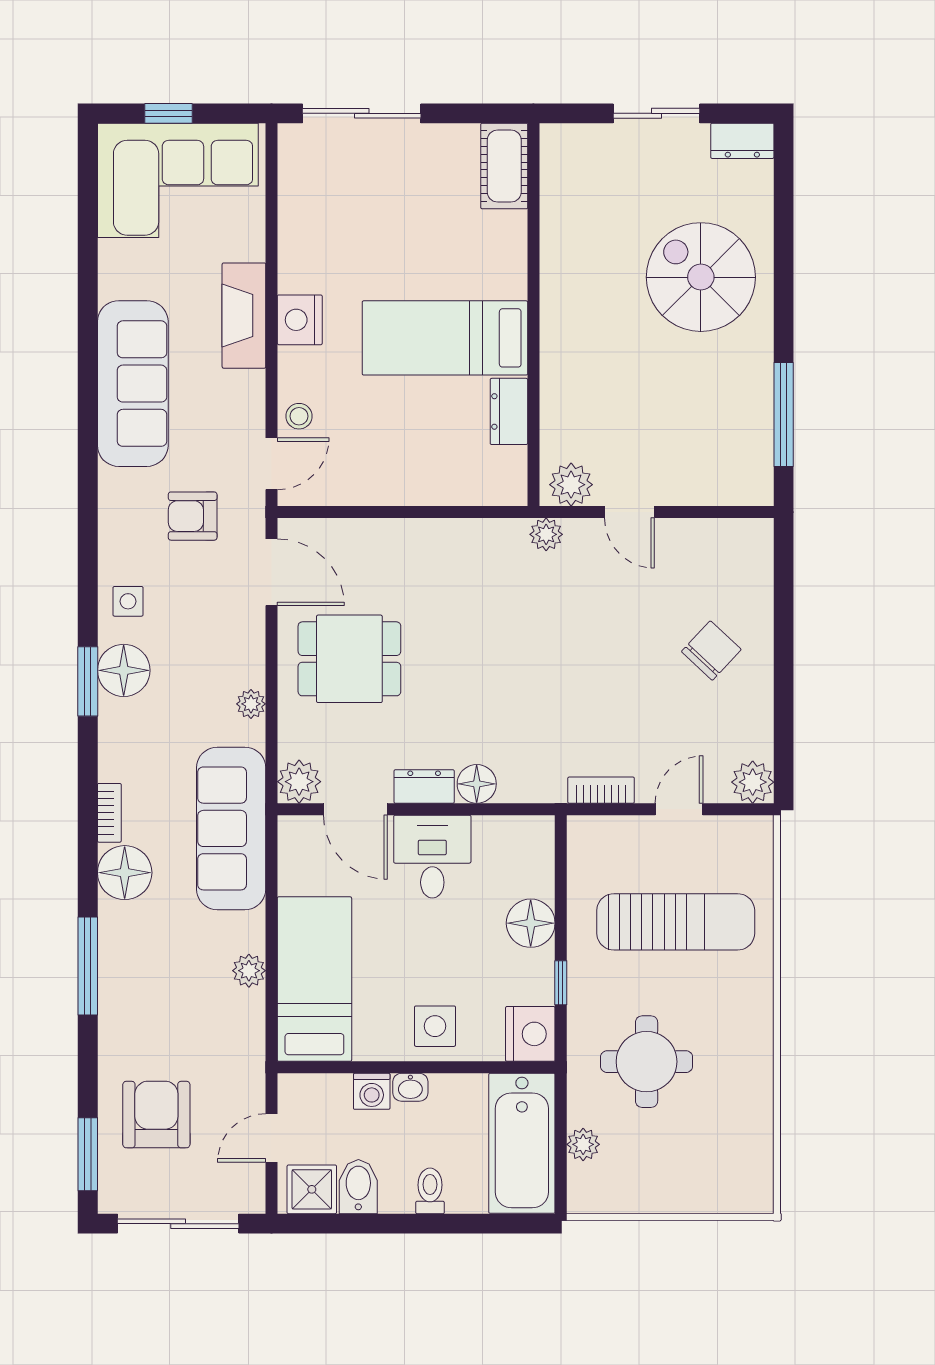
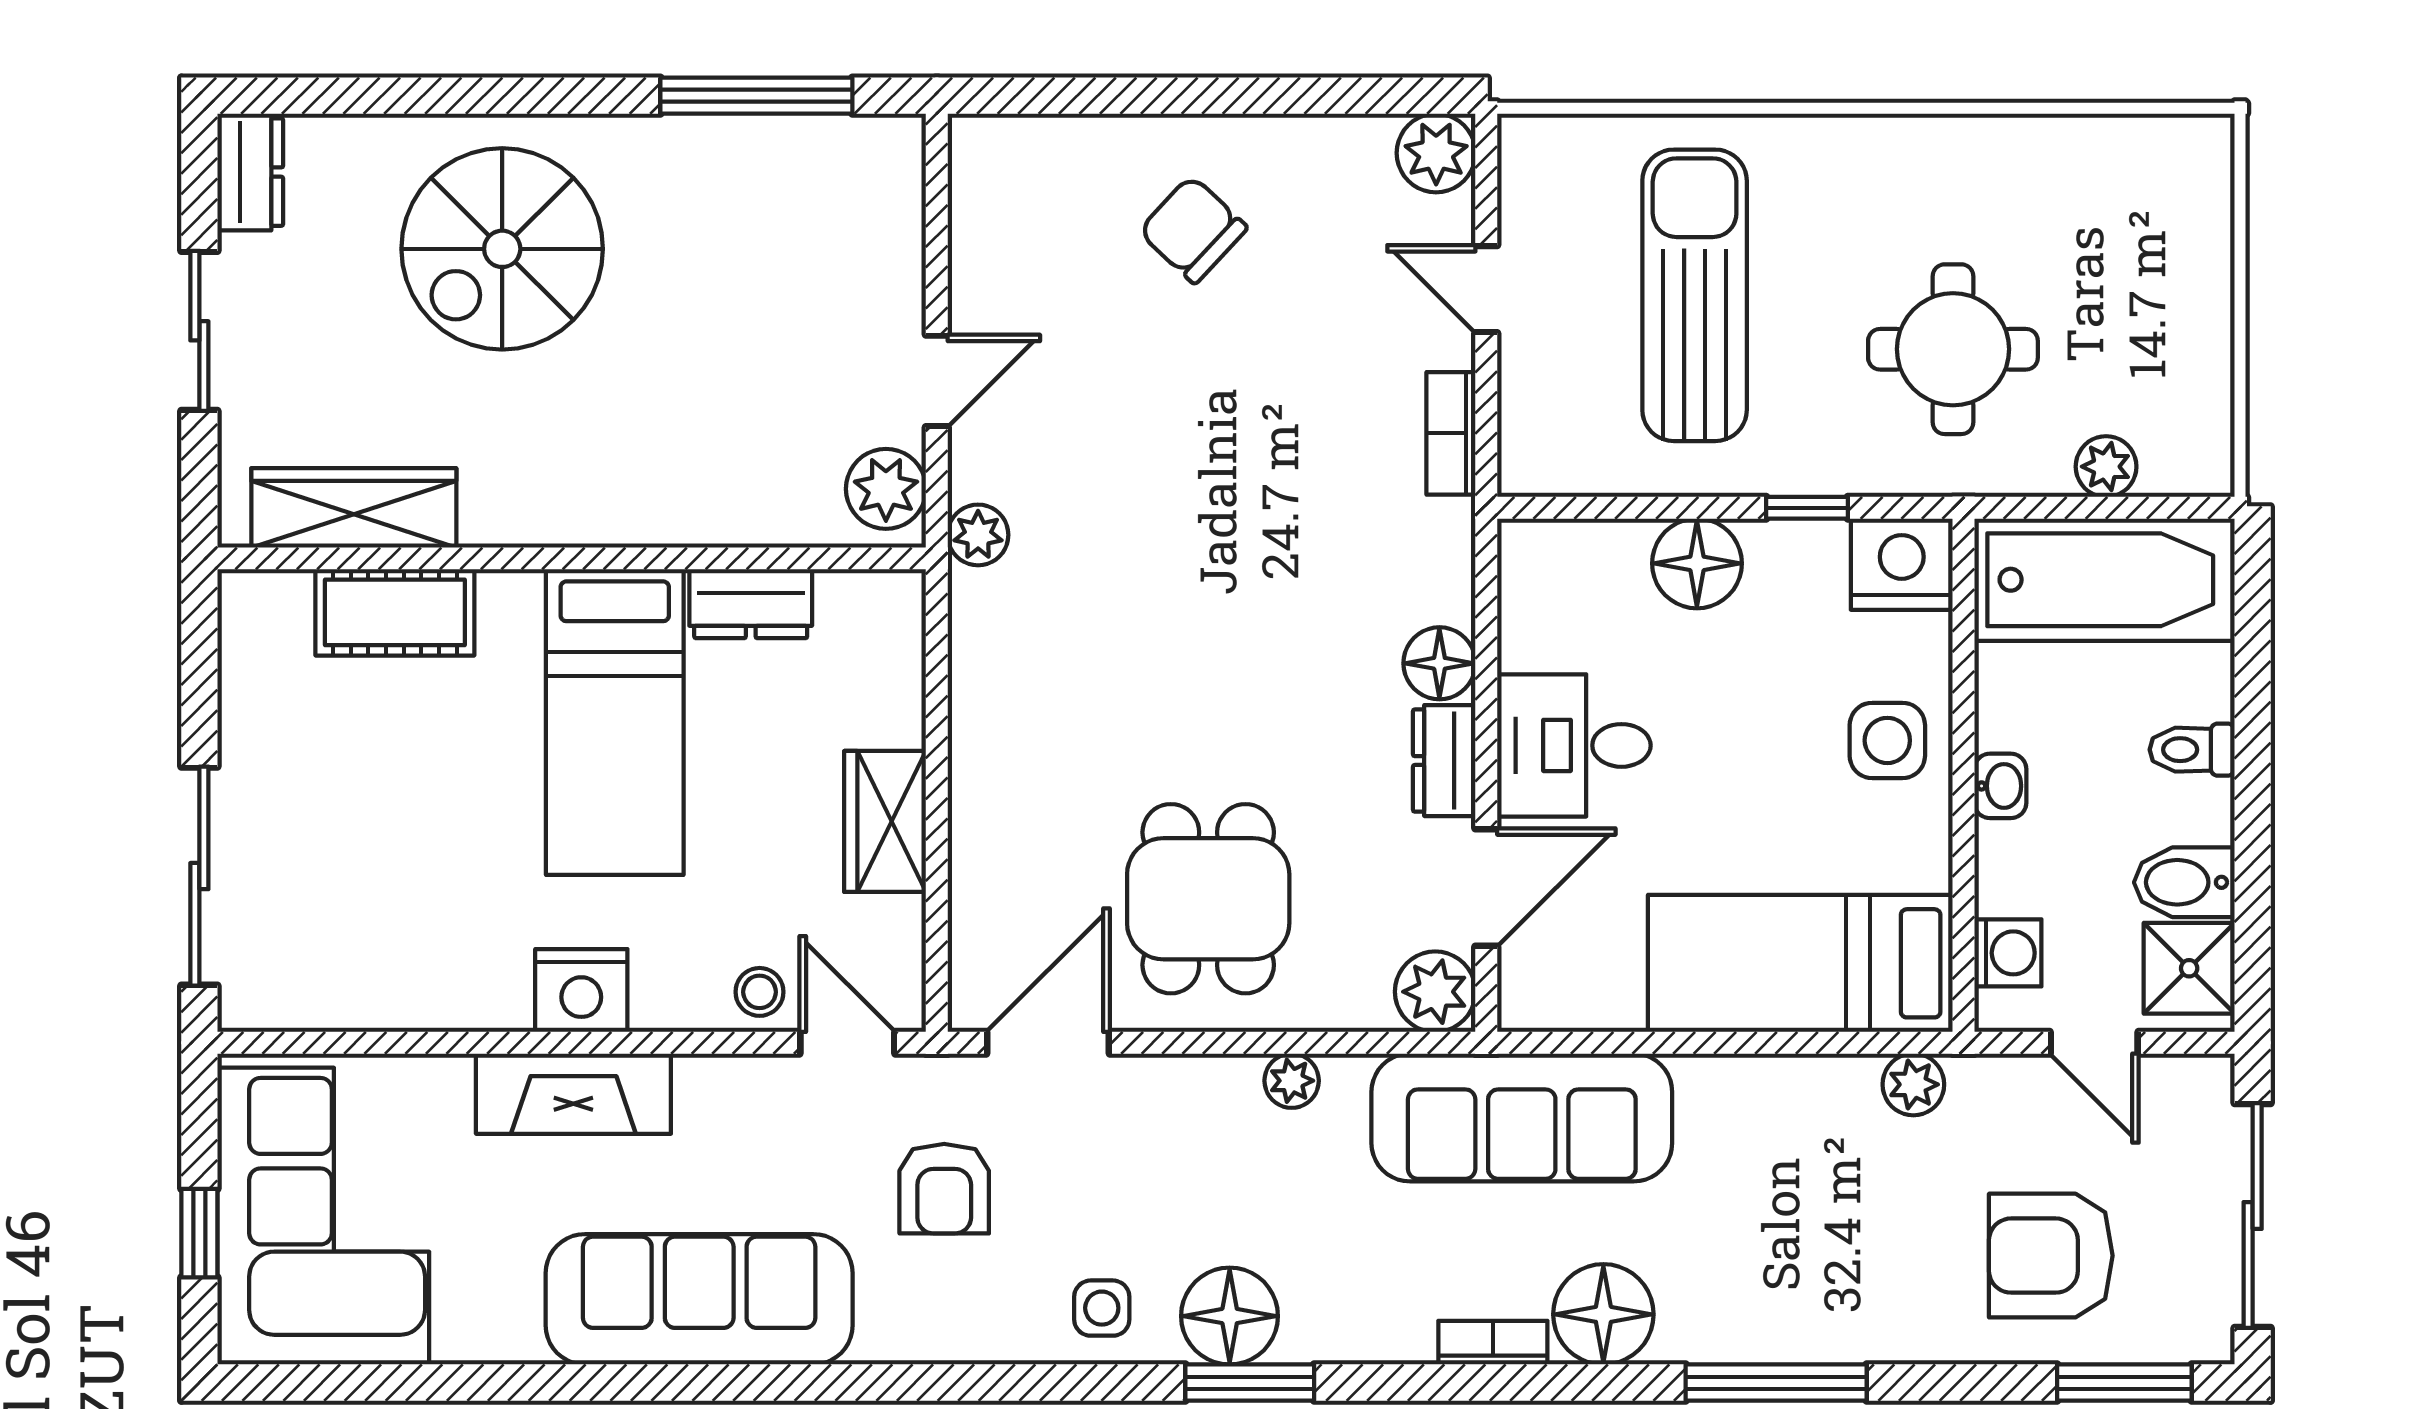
cot: (504, 166) -> (395, 612), moved
wardrobe: (561, 197) -> (354, 508), added
wardrobe: (391, 484) -> (885, 821), added
plant: (249, 971) -> (1913, 1084), moved
washing machine: (372, 1091) -> (2008, 953), moved

